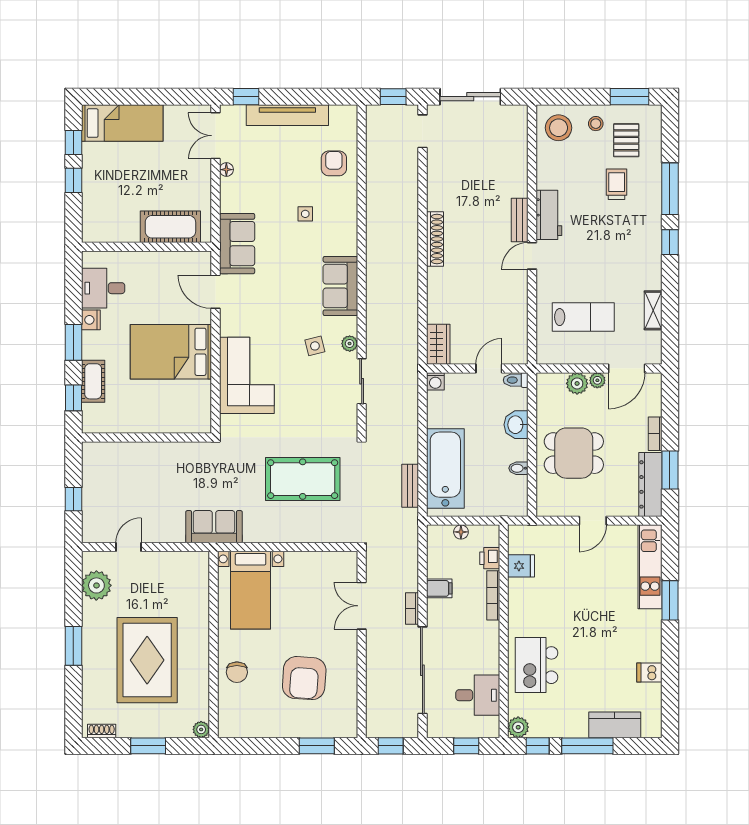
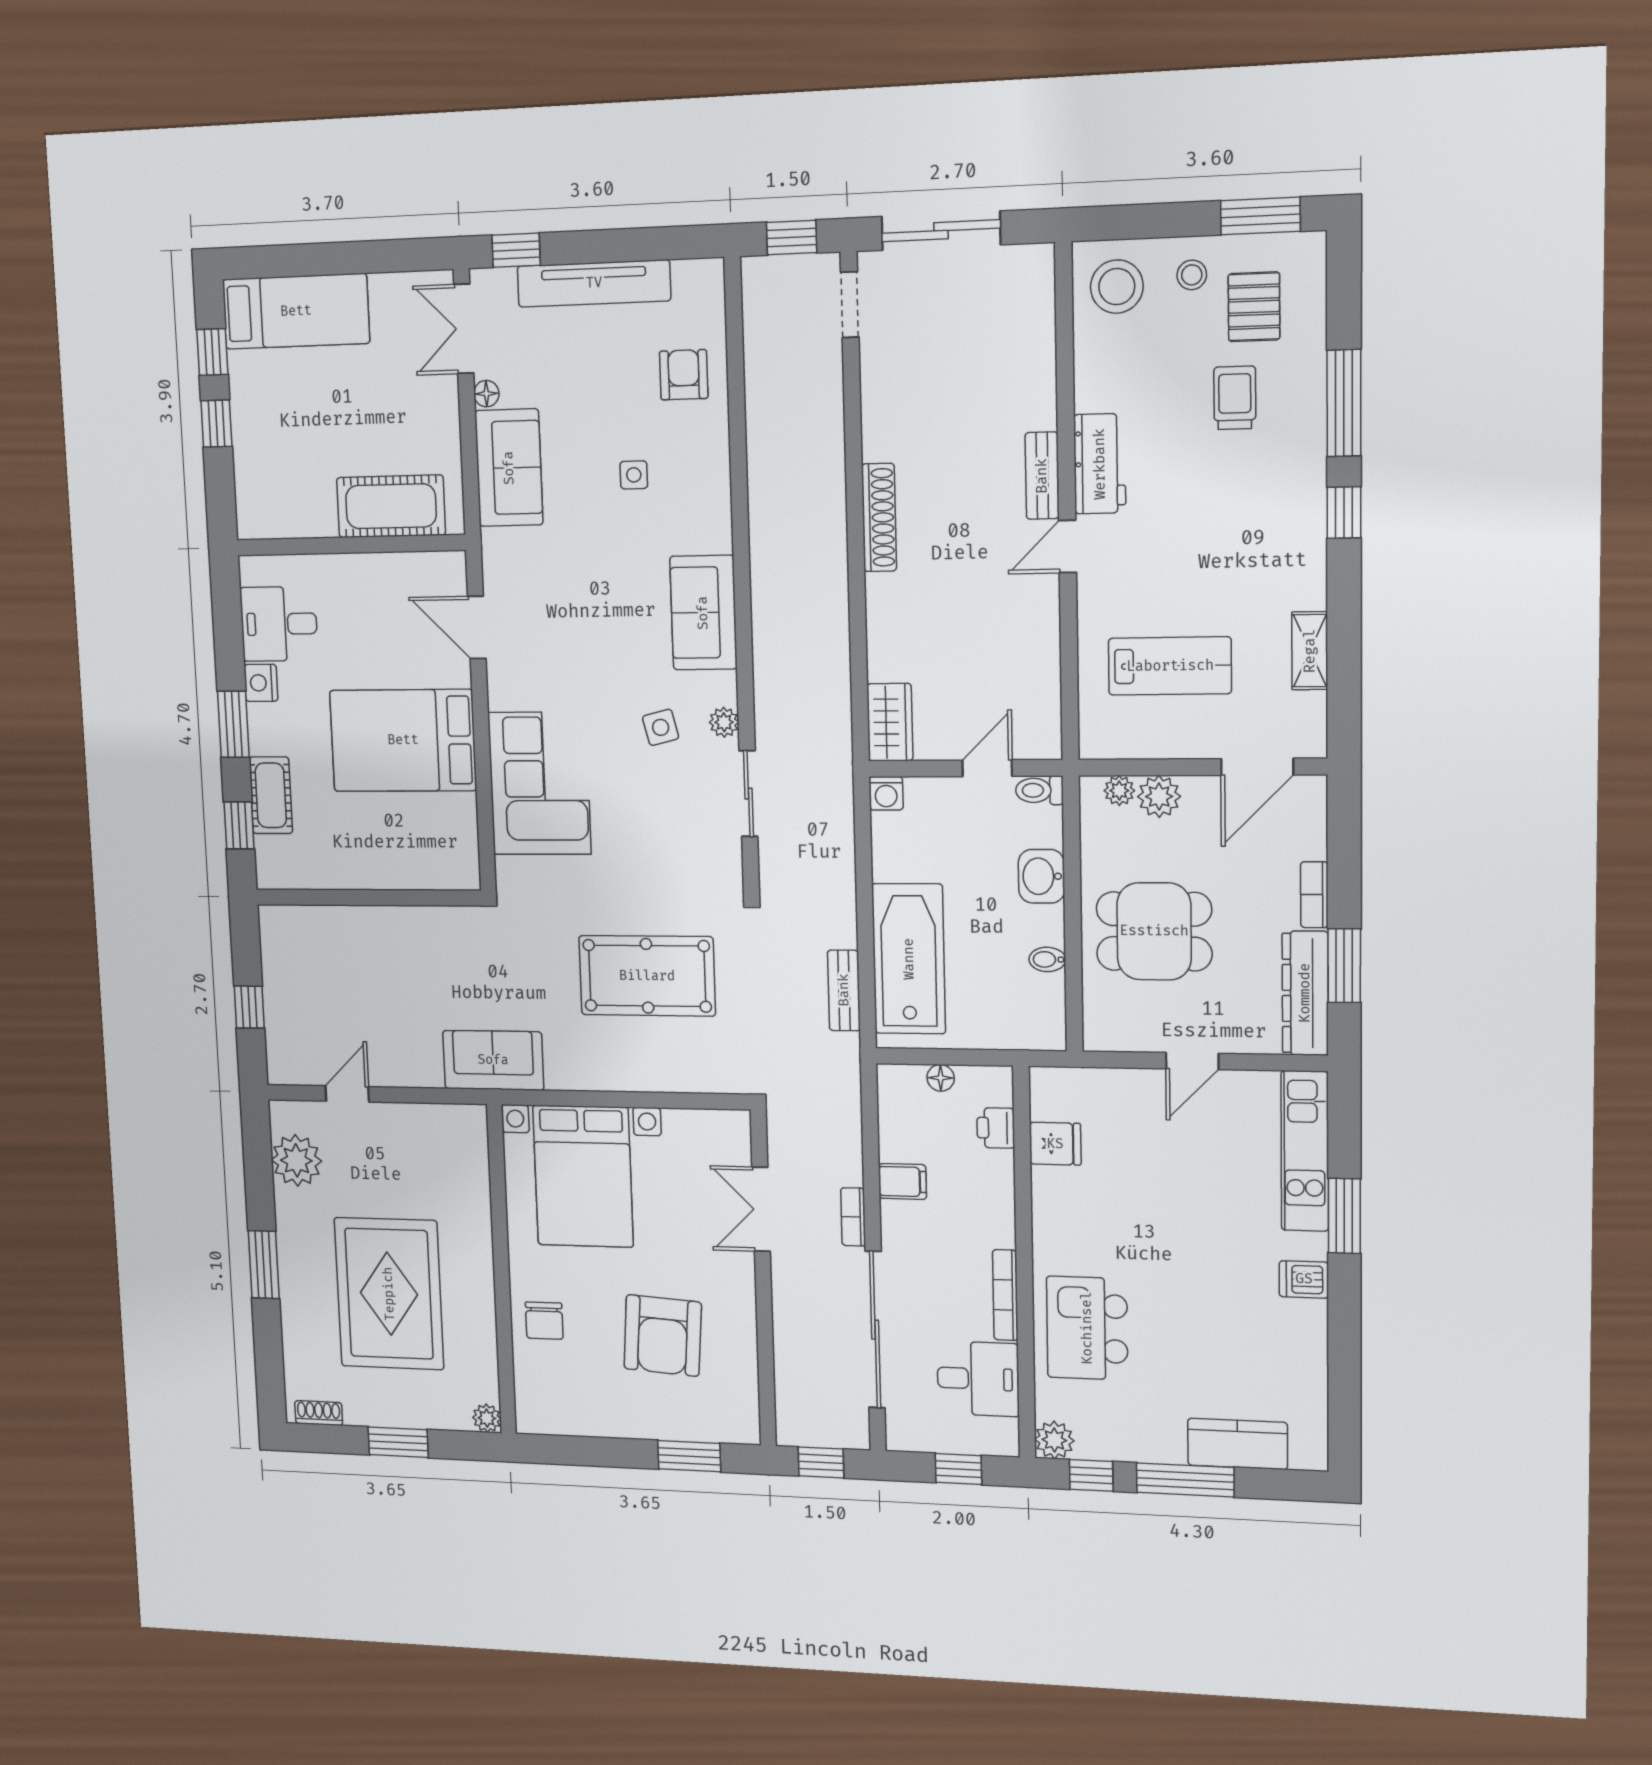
sofa: (237, 244) -> (509, 468), moved
plant: (597, 380) -> (1119, 791), moved
bed with nightstands: (251, 590) -> (583, 1176), width x1.36
bookcase: (493, 595) -> (1005, 1295), moved
dishwasher: (649, 673) -> (1304, 1279), moved

